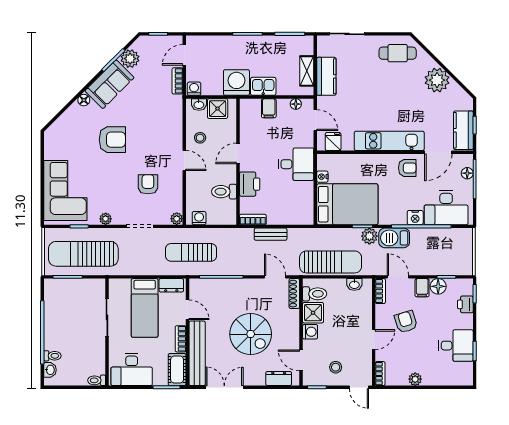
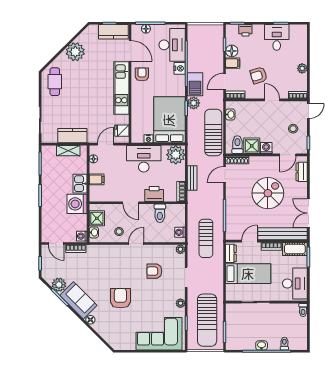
desk: (296, 164) -> (144, 159), width x1.37
plant: (301, 212) -> (176, 155), added
washbasin: (50, 370) -> (262, 345), moved

